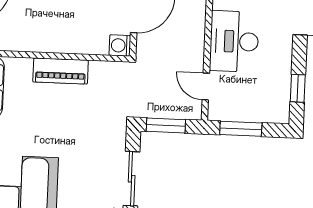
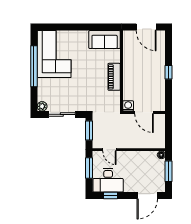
desk: (234, 41) -> (108, 180), moved, turned 180
door: (206, 87) -> (109, 150), swing flipped

